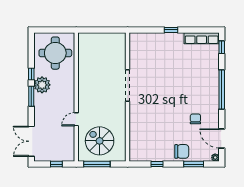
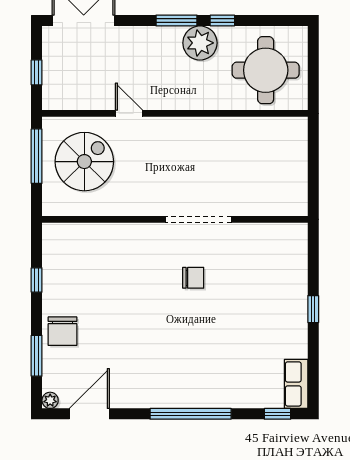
row of seats: (202, 38) -> (296, 384), width x0.68
chair: (195, 119) -> (193, 278), moved

